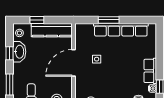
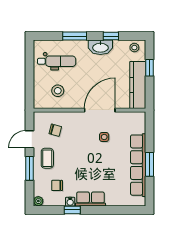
window: (109, 20) -> (150, 164), moved
washbasin: (19, 52) -> (100, 47), moved
door: (73, 63) -> (100, 110), hinge flipped

